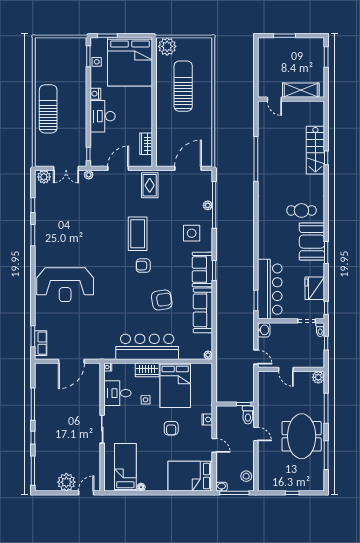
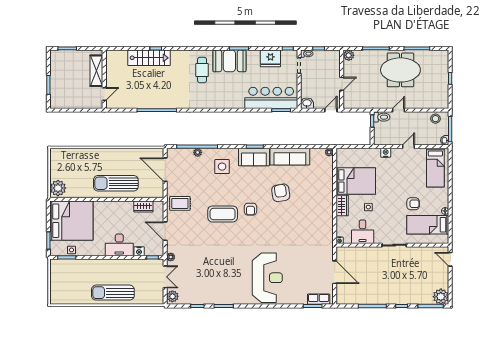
sun lounger: (183, 86) -> (116, 183), moved
nightstand: (95, 94) -> (139, 251), moved
bar counter: (147, 347) -> (322, 206), removed
armchair: (171, 428) -> (413, 204), moved
bed: (190, 476) -> (435, 168), width x0.67
plant: (66, 482) -> (441, 297), moved

